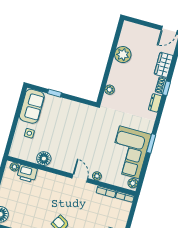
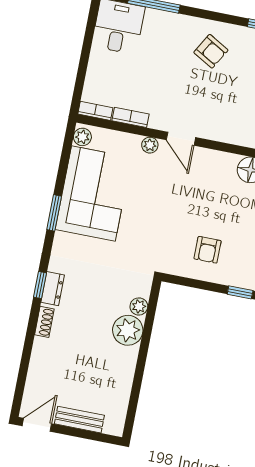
bench: (146, 31) -> (79, 420), added
plant: (123, 55) -> (128, 330), moved
wardrobe: (164, 65) -> (42, 360), removed
window: (167, 88) -> (40, 285), moved
armchair: (70, 117) -> (208, 250), added

